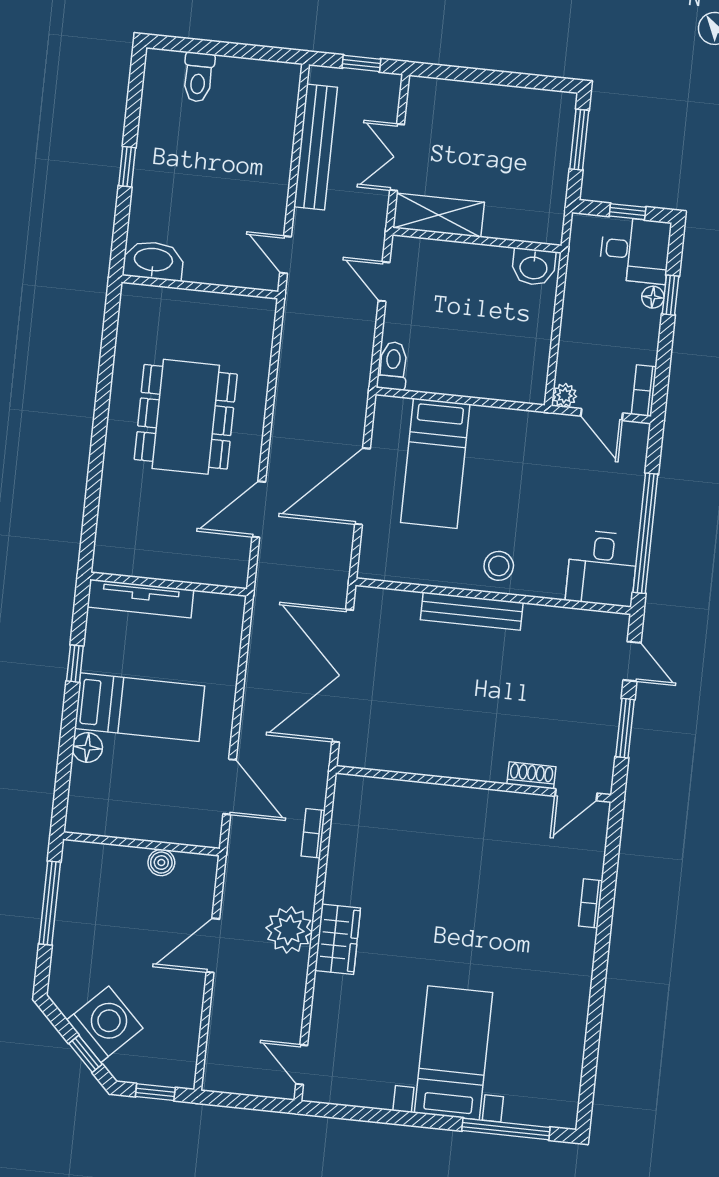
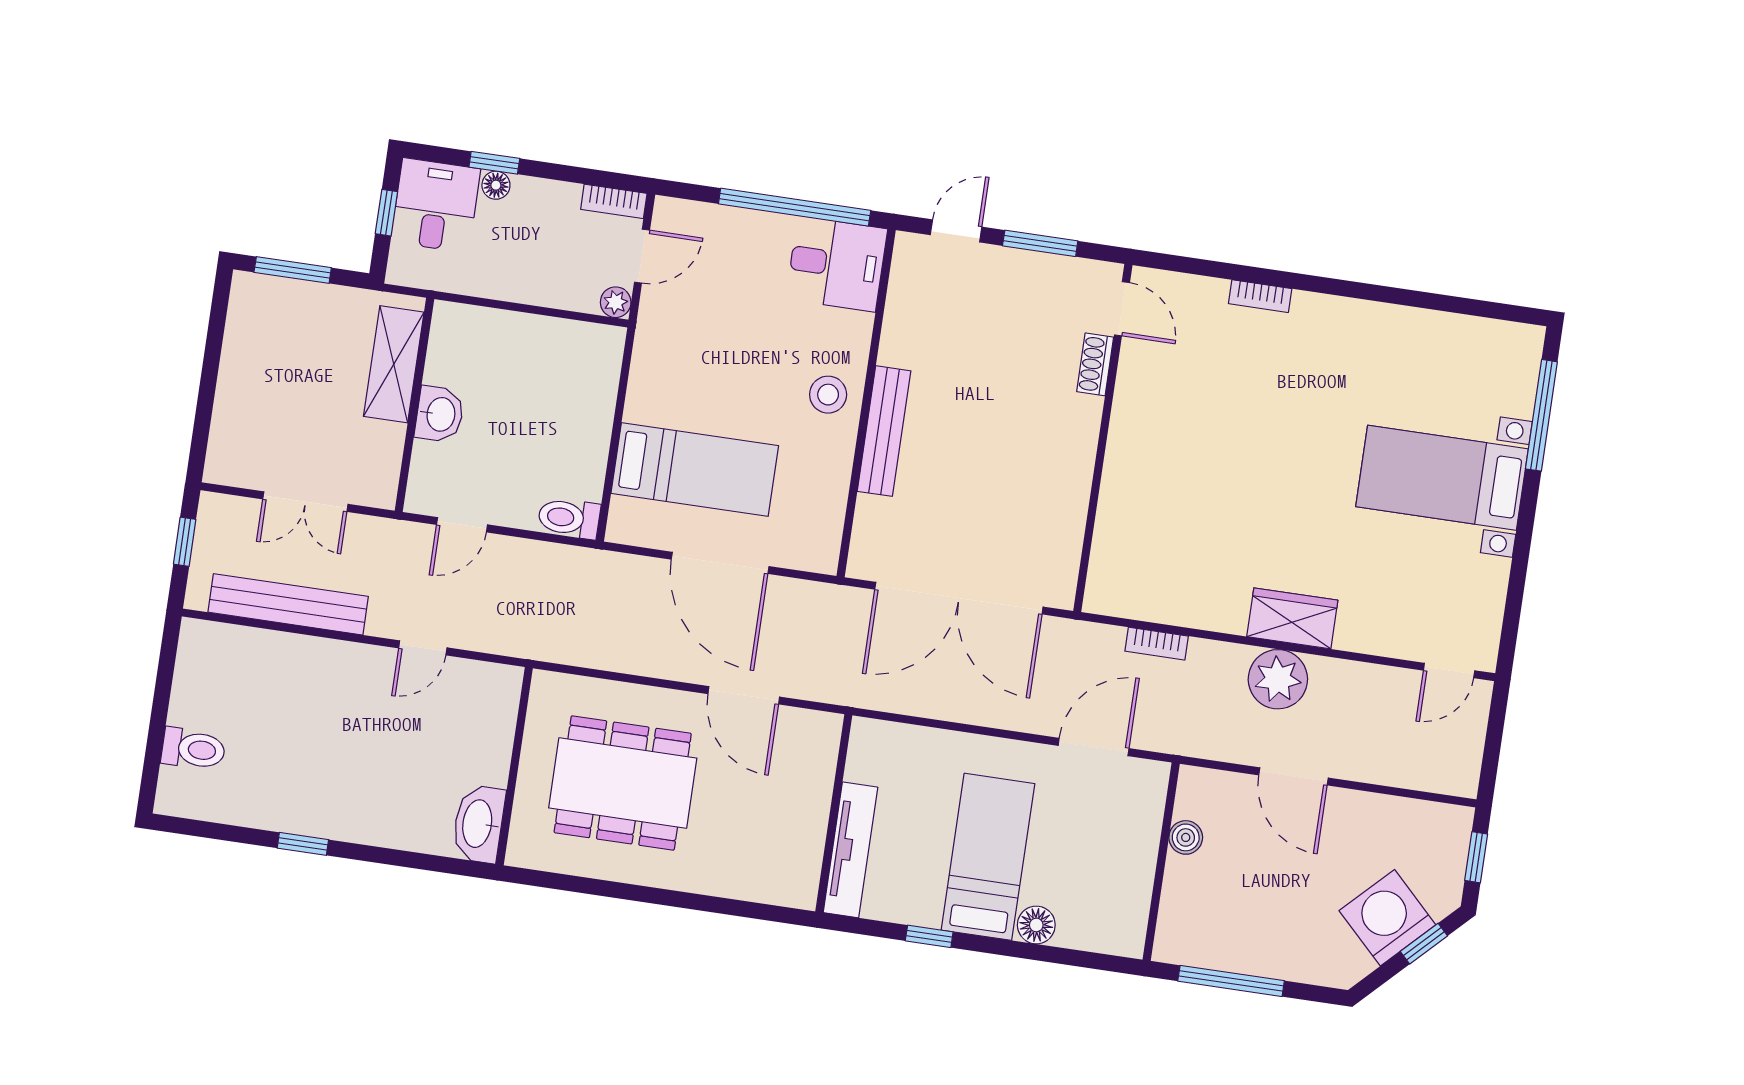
shelving: (439, 215) -> (394, 364), moved
washbasin: (153, 261) -> (479, 824), moved
washbasin: (534, 267) -> (440, 414), moved
wall: (200, 287) -> (514, 766), moved

